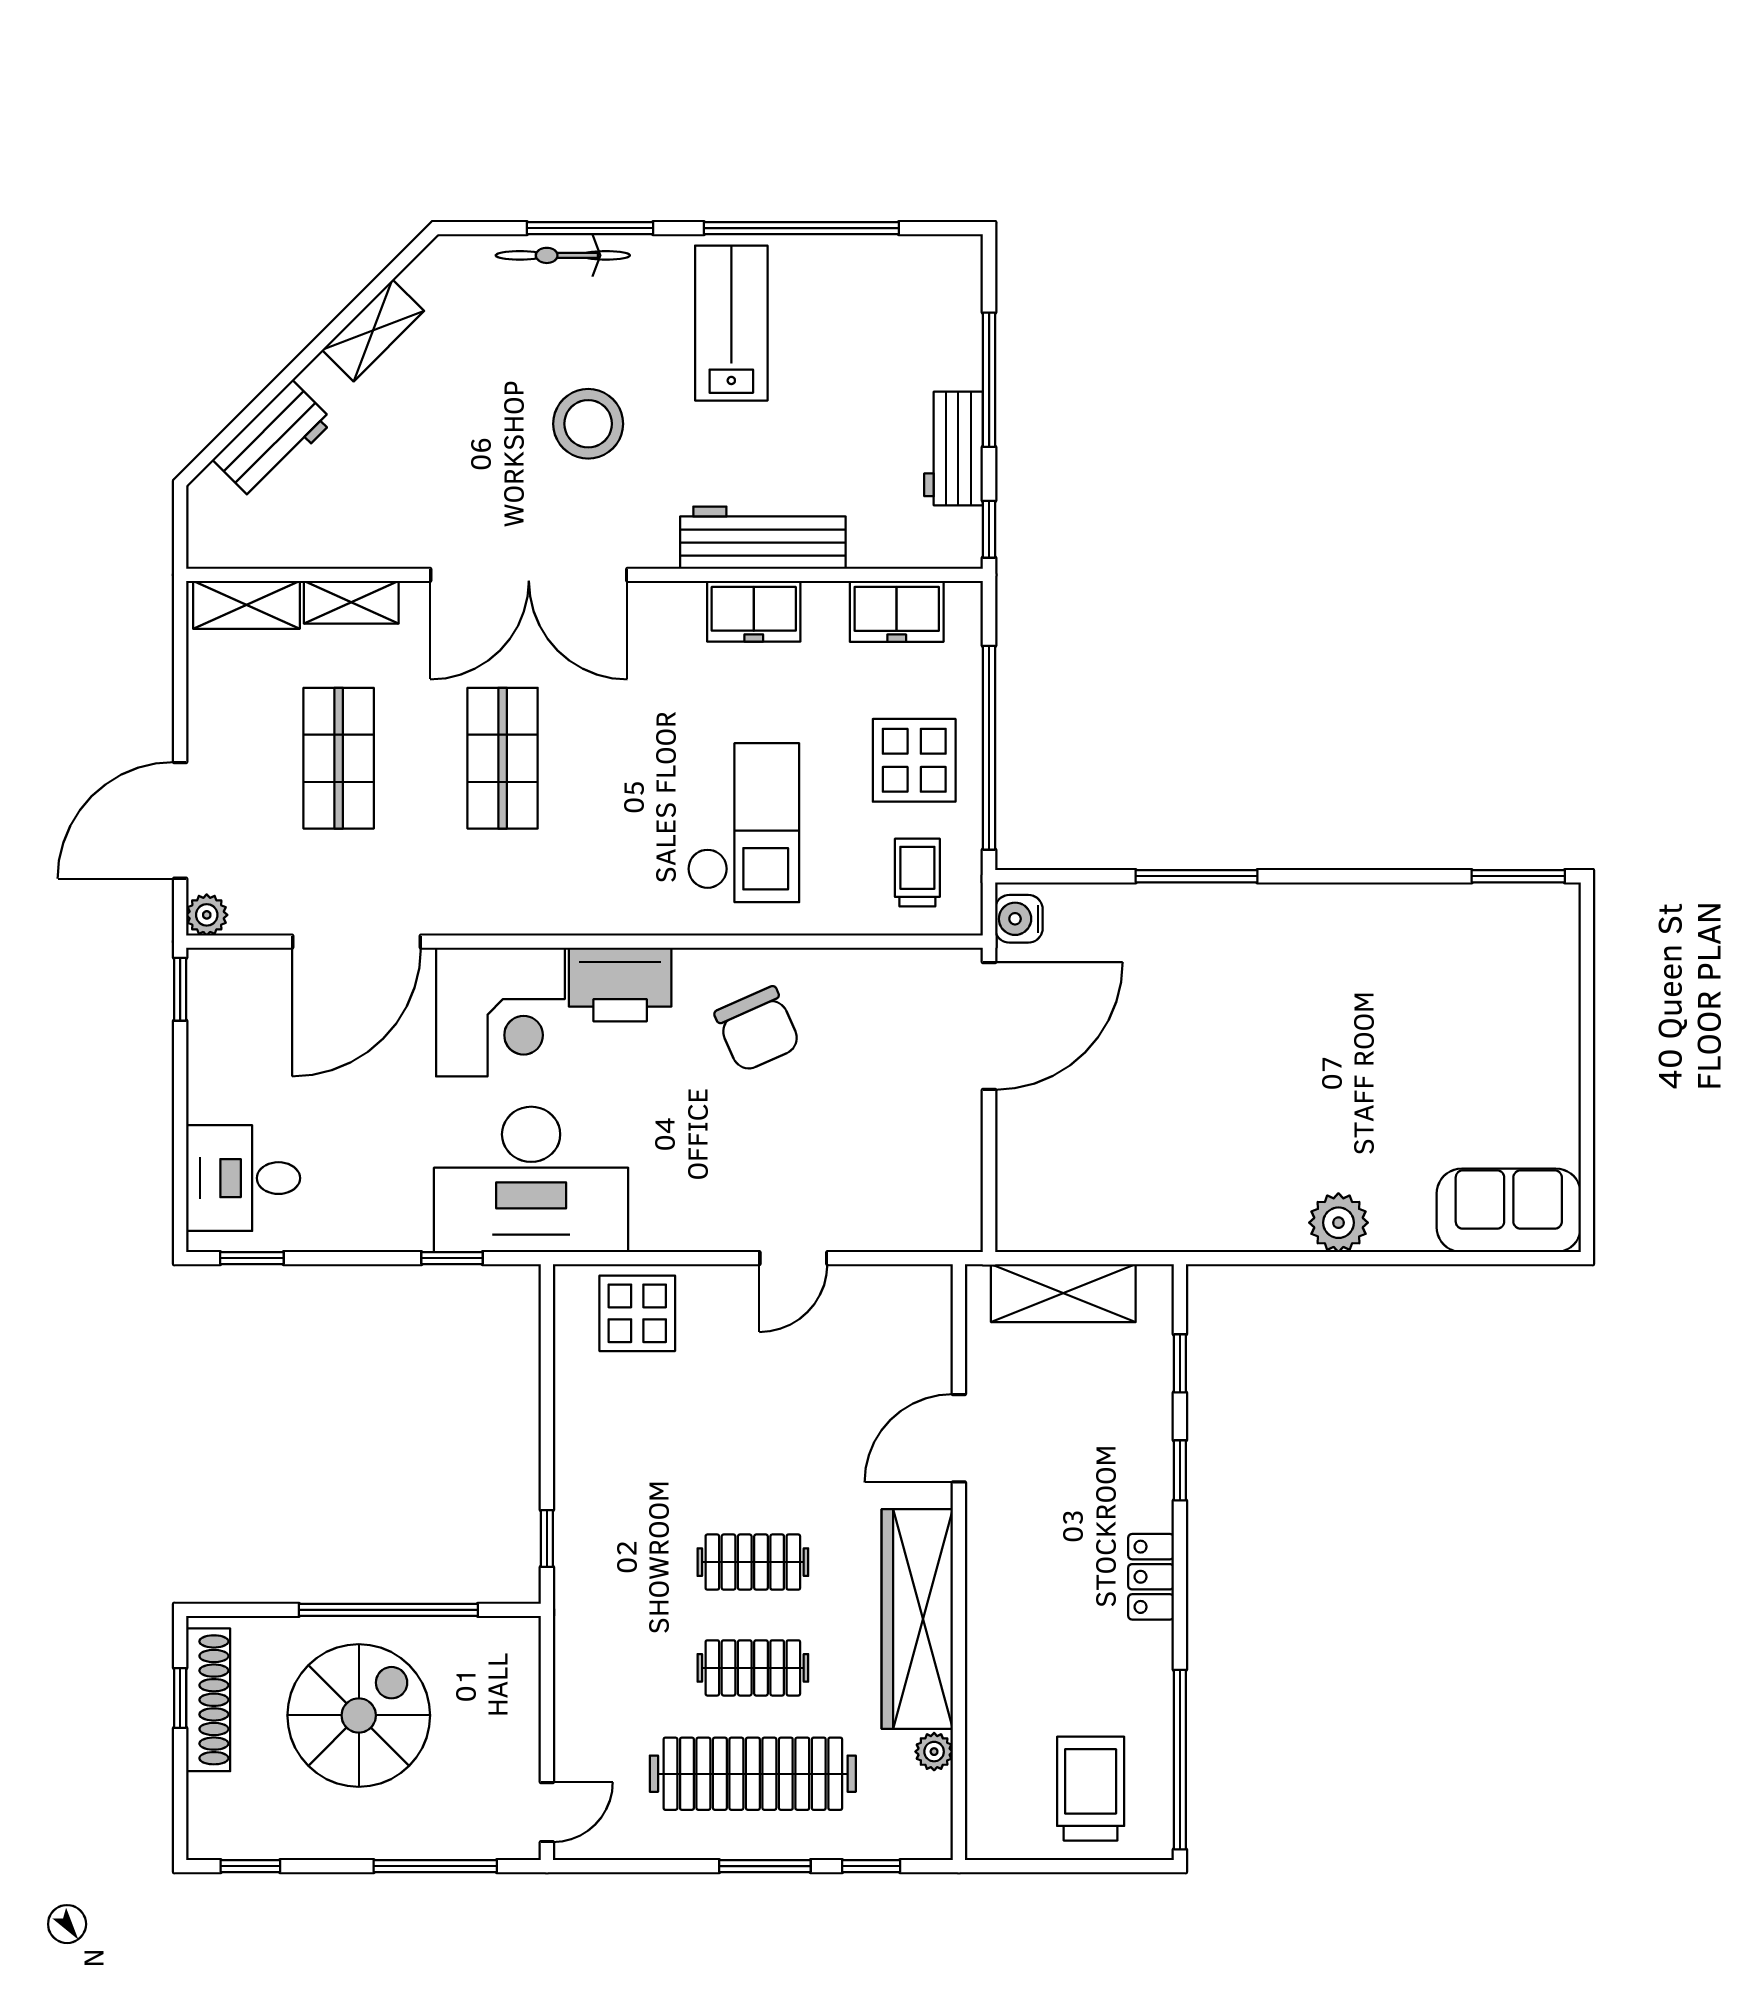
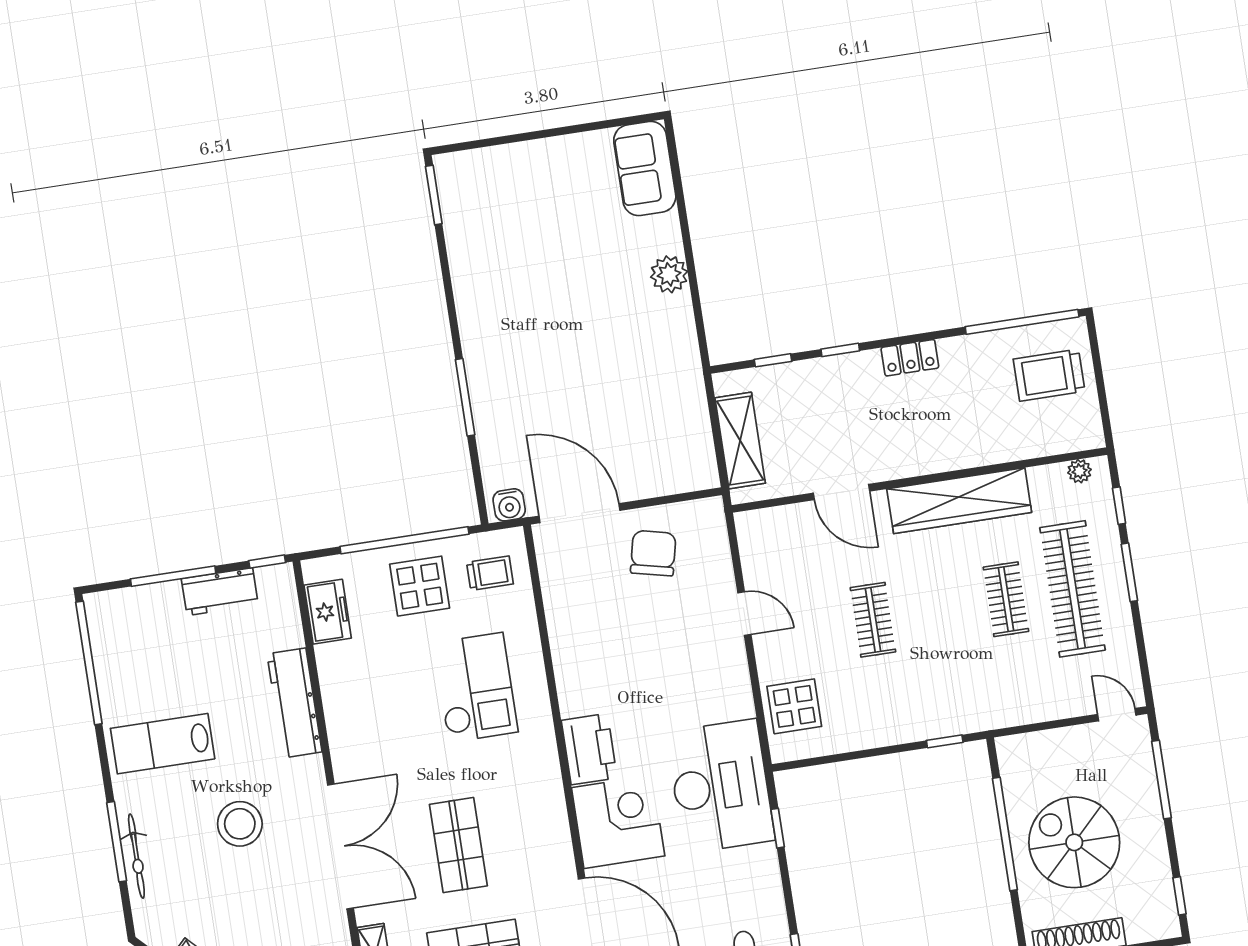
window: (801, 228) -> (89, 663), moved
freezer: (754, 611) -> (342, 701), removed
shop shelf: (503, 758) -> (458, 845), turned 90
checkout: (743, 823) -> (476, 687), turned 90
trolley: (917, 873) -> (490, 573), turned 180
chair: (758, 1029) -> (653, 553), moved, turned -53
clothes rail: (753, 1562) -> (873, 620), moved
plant: (934, 1752) -> (1079, 471), moved

